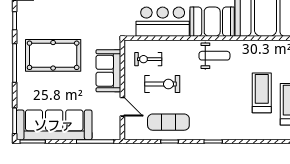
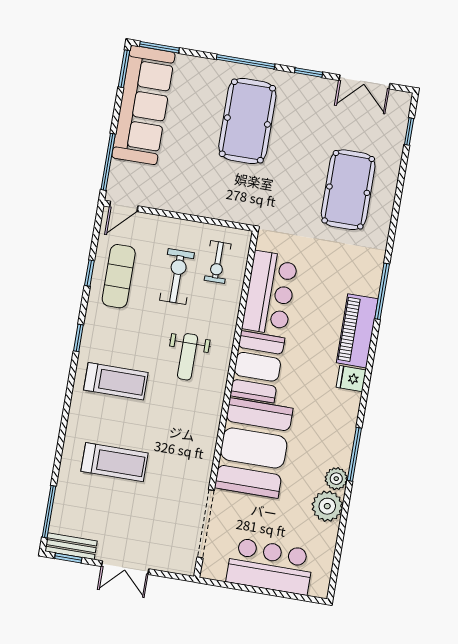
weight bench: (214, 56) -> (188, 357), moved
exercise bike: (148, 59) -> (218, 262), turned 180
sofa: (108, 71) -> (210, 200), removed
exercise bike: (162, 84) -> (177, 277), turned 180
treadmill: (262, 93) -> (116, 381), moved
door: (122, 107) -> (124, 206), moved

